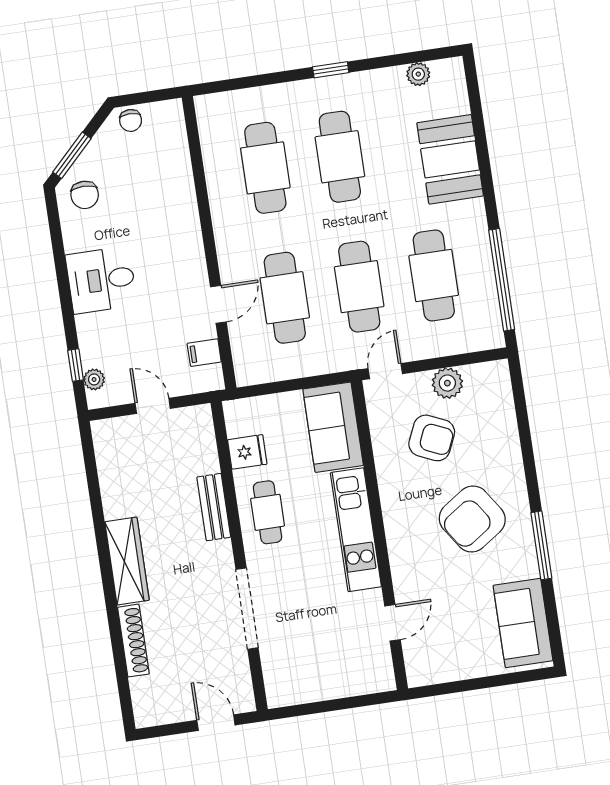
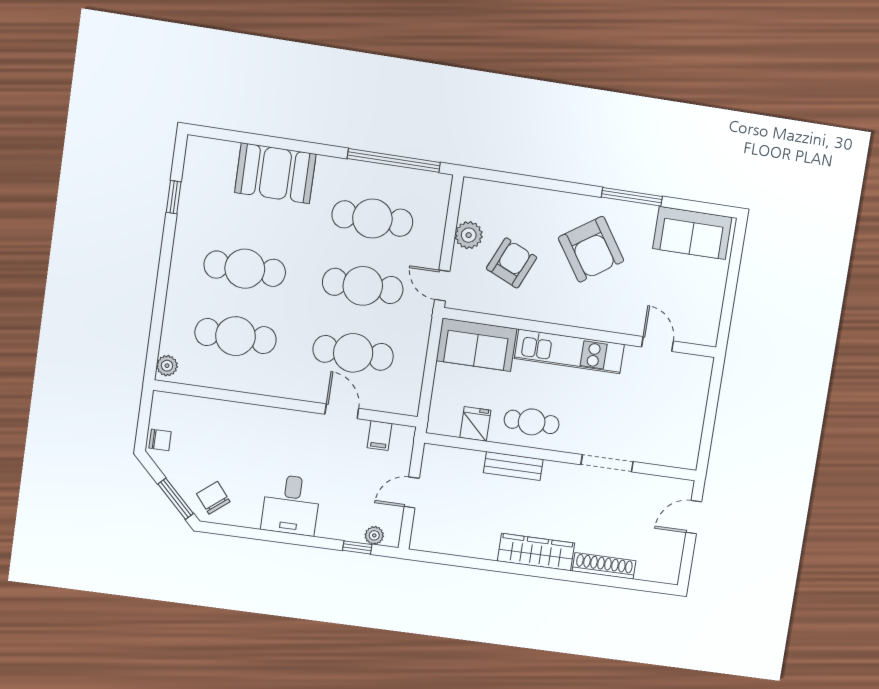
window: (331, 70) -> (174, 197), moved
plant: (418, 74) -> (167, 366), moved
chair: (85, 195) -> (213, 498), turned -129
doorway: (247, 609) -> (607, 463), width x0.73

